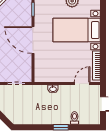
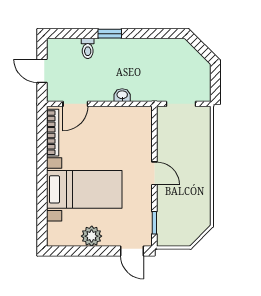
door: (33, 40) -> (154, 173), width x0.53

